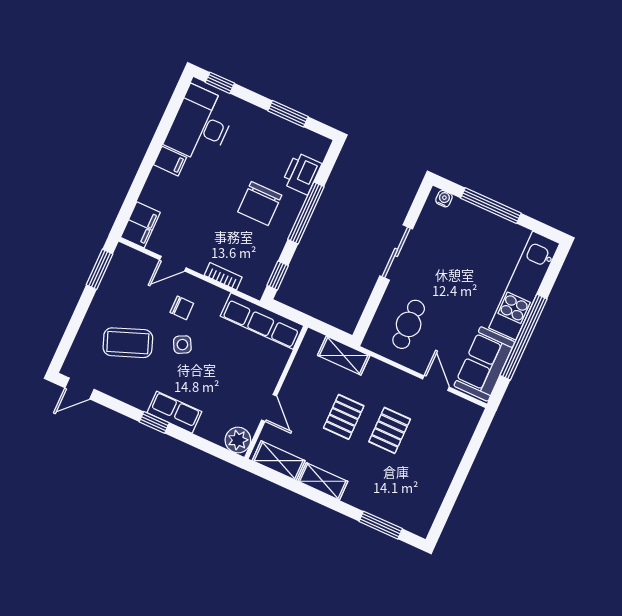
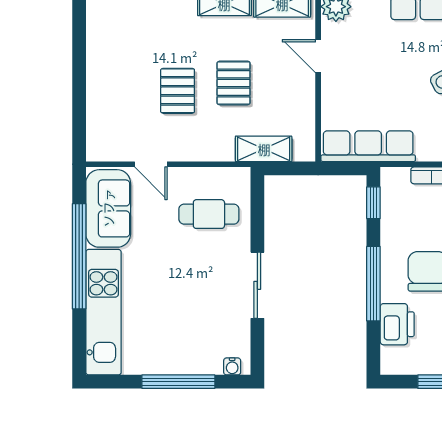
cafe table: (409, 324) -> (209, 214), turned 90

